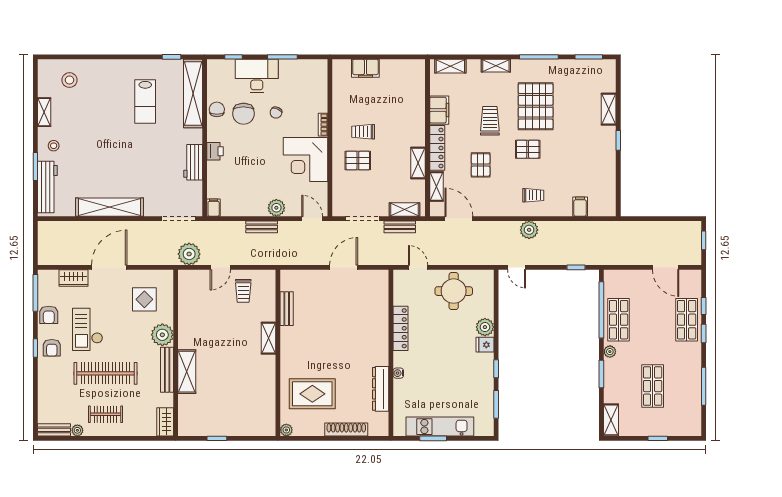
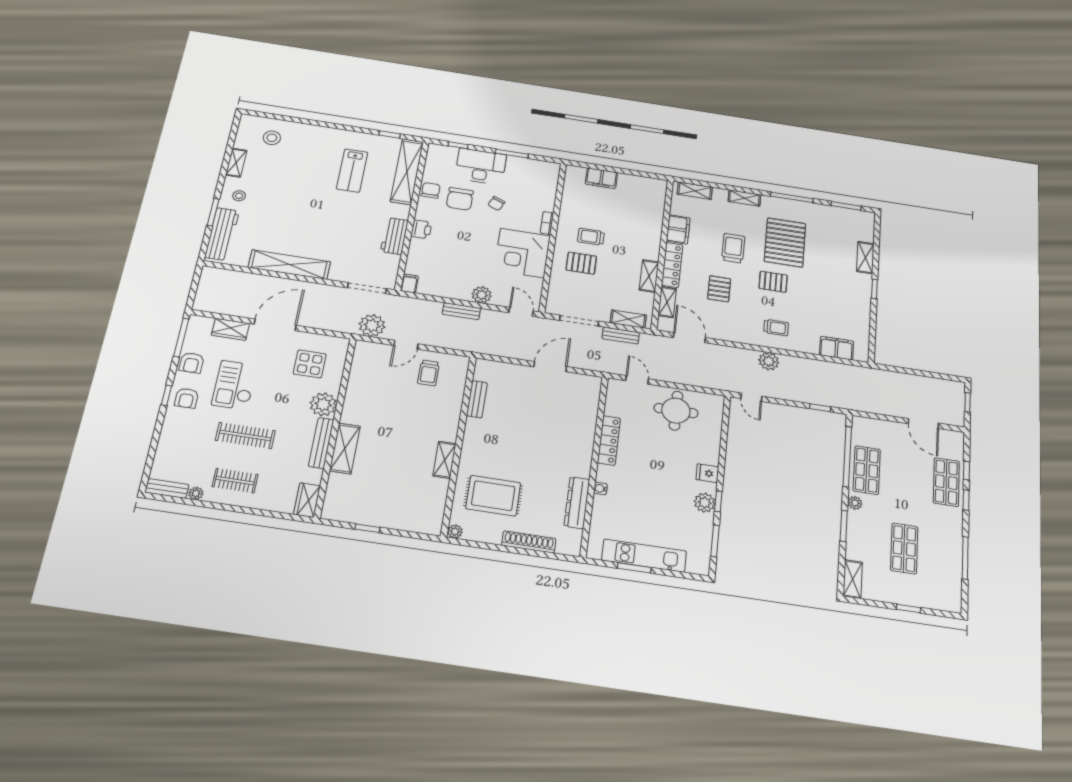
filing cabinet: (580, 207) -> (837, 348), width x2.00
plant: (485, 327) -> (705, 503), moved
shelving: (268, 338) -> (444, 460), moved
clothes rail: (106, 373) -> (245, 436), width x0.73, depth x0.76

